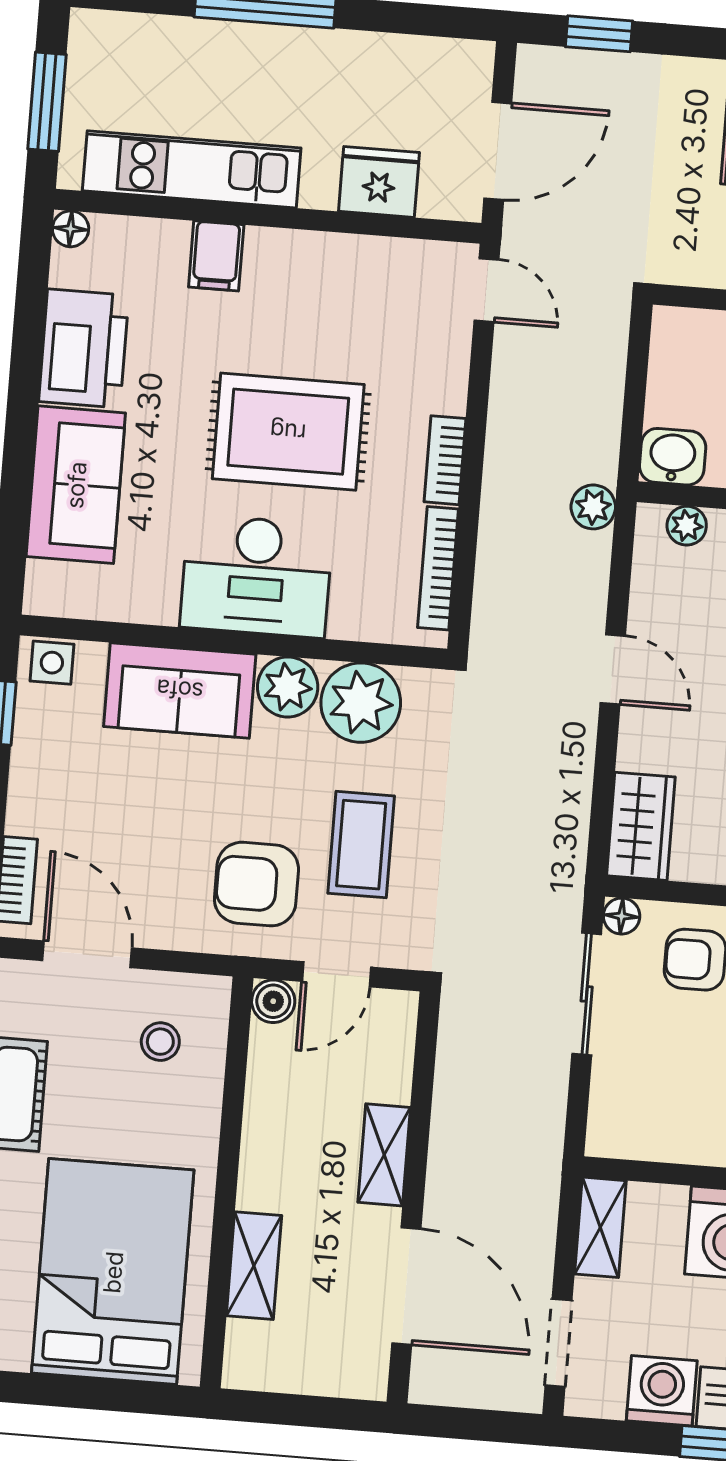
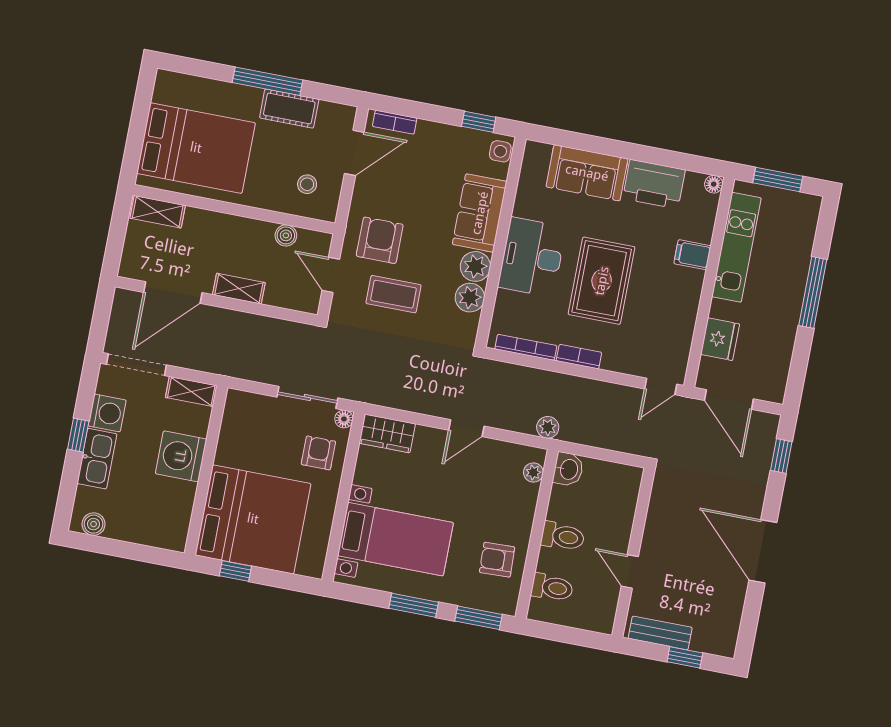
plant: (361, 703) -> (470, 298), width x0.73, depth x0.73
boiler: (273, 1001) -> (286, 235), moved
shelving: (254, 1266) -> (158, 212), moved
doorway: (559, 1343) -> (136, 365), width x1.38

